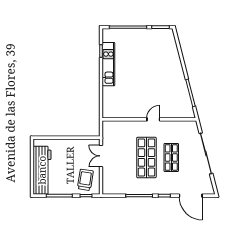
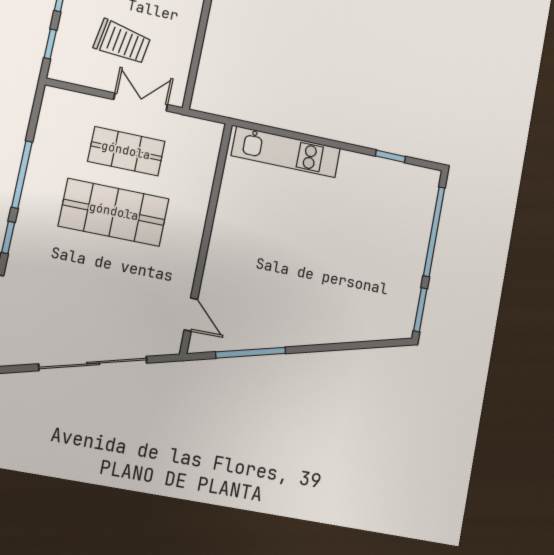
kitchen unit: (108, 64) -> (286, 152), moved
door: (153, 119) -> (191, 315), moved
shop shelf: (171, 157) -> (126, 151), moved
trolley: (85, 180) -> (122, 42), moved

